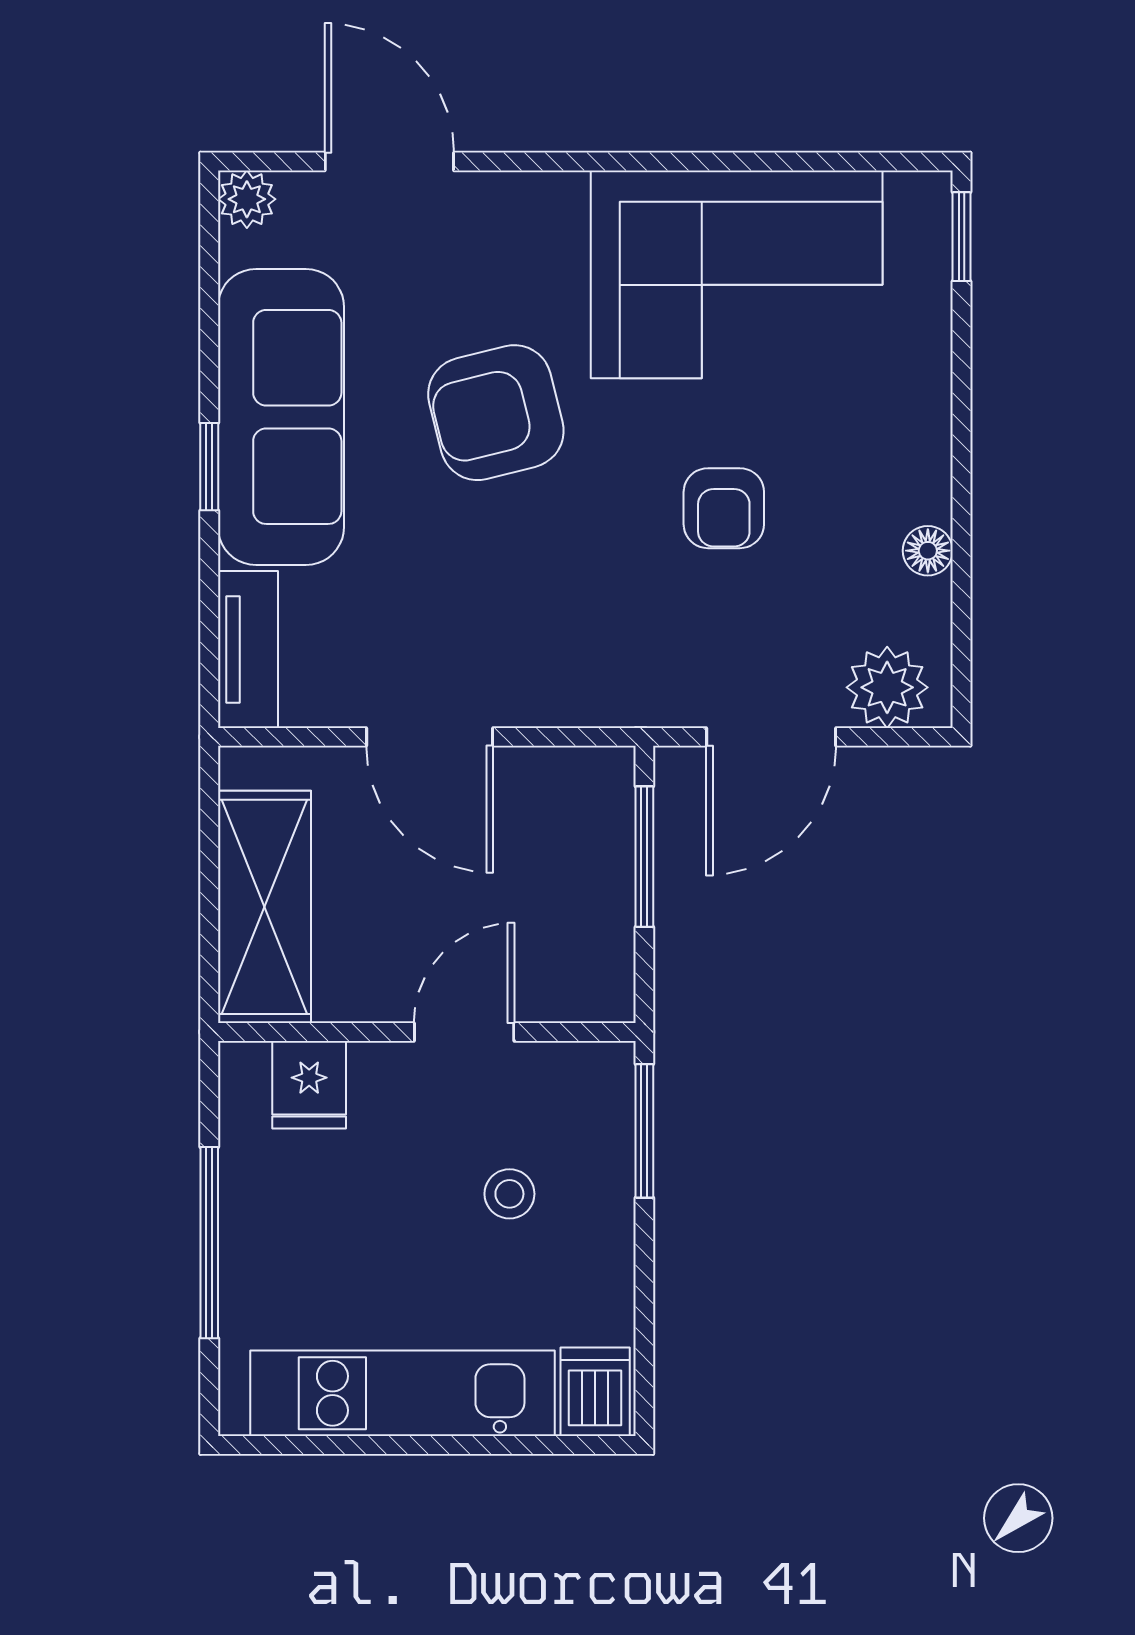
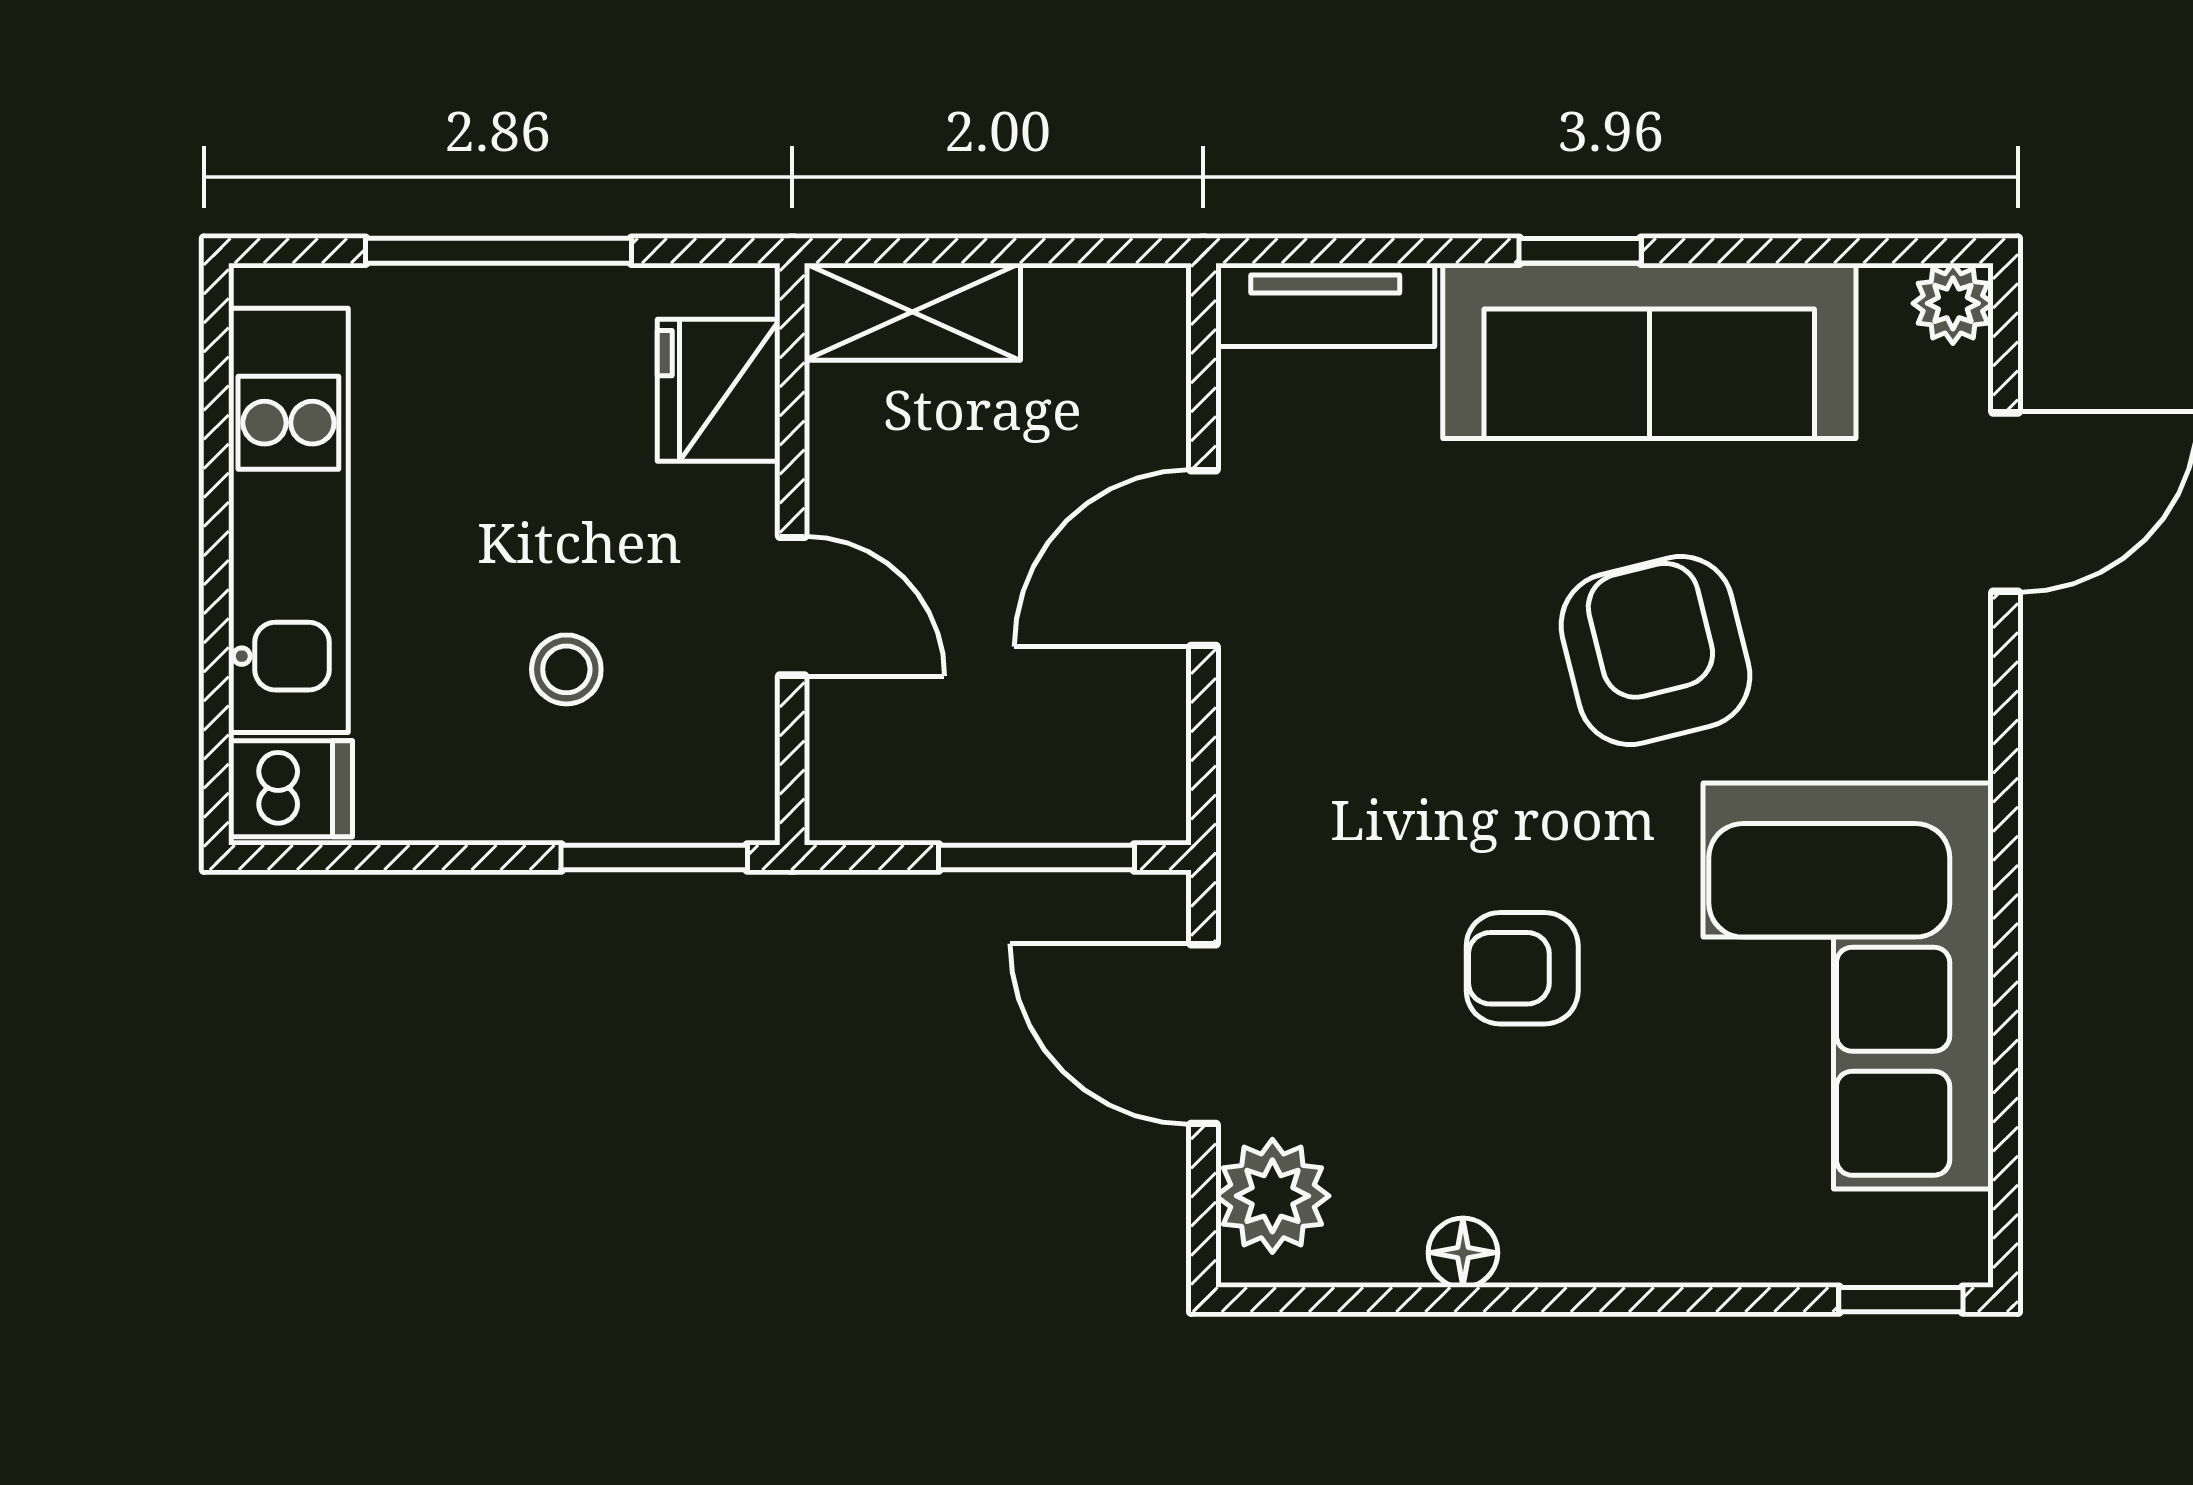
shelving: (264, 907) -> (912, 312), width x0.67, depth x0.75
fridge: (309, 1085) -> (719, 390), width x1.38

